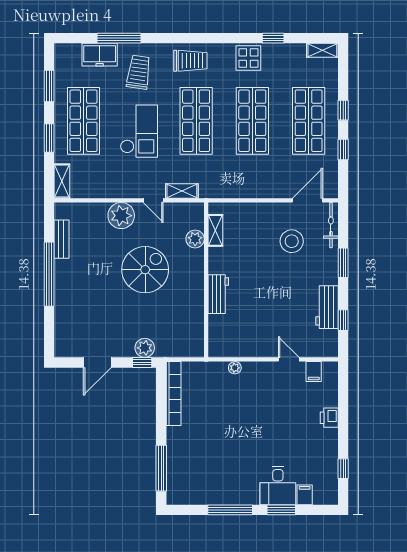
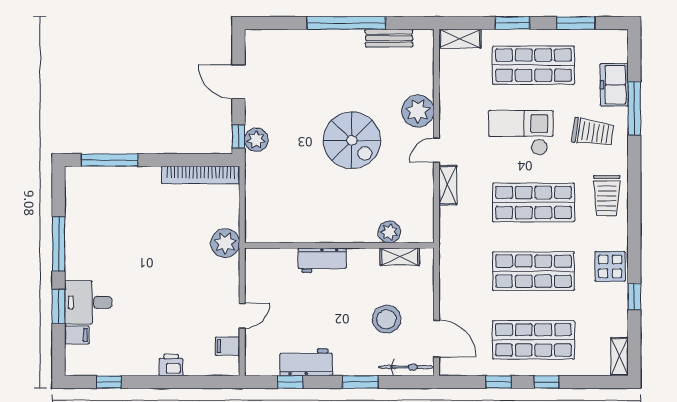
checkout: (139, 131) -> (521, 133), turned 180
shelving: (215, 230) -> (400, 257), moved
plant: (195, 239) -> (389, 232), moved
wall: (206, 280) -> (339, 245), moved
workbench: (218, 294) -> (322, 260), moved
plant: (235, 368) -> (225, 243), width x1.88, depth x1.88

